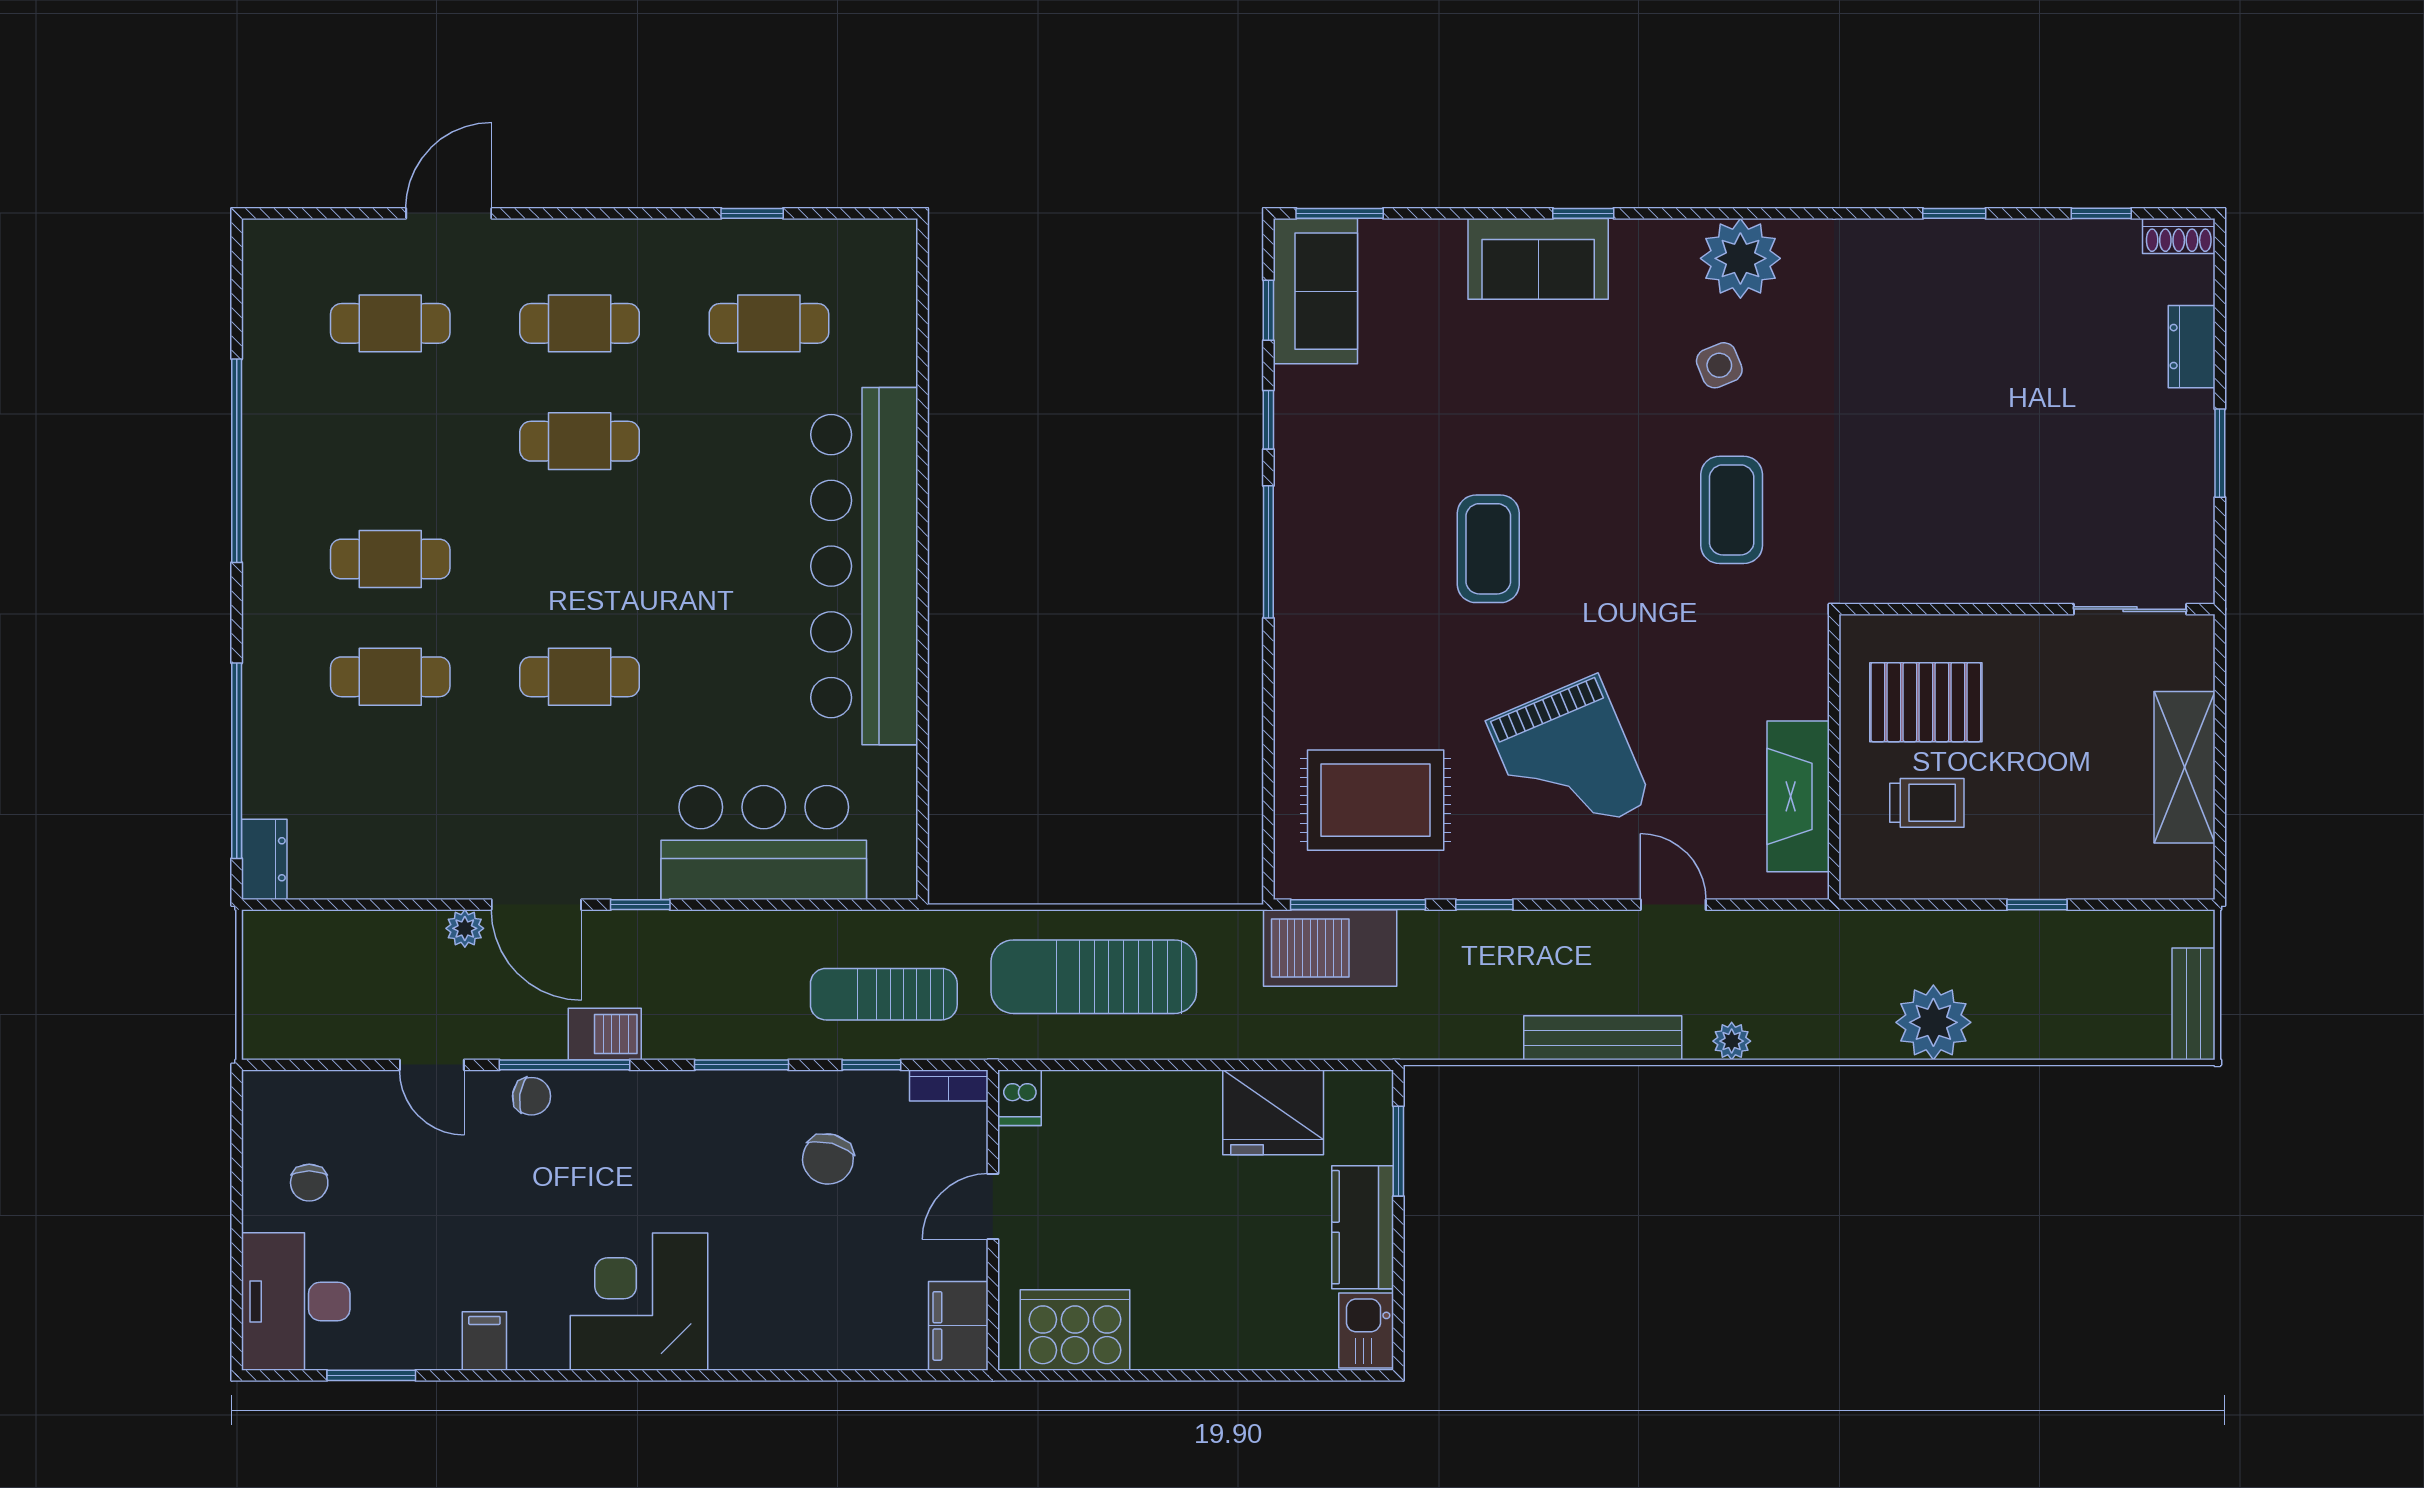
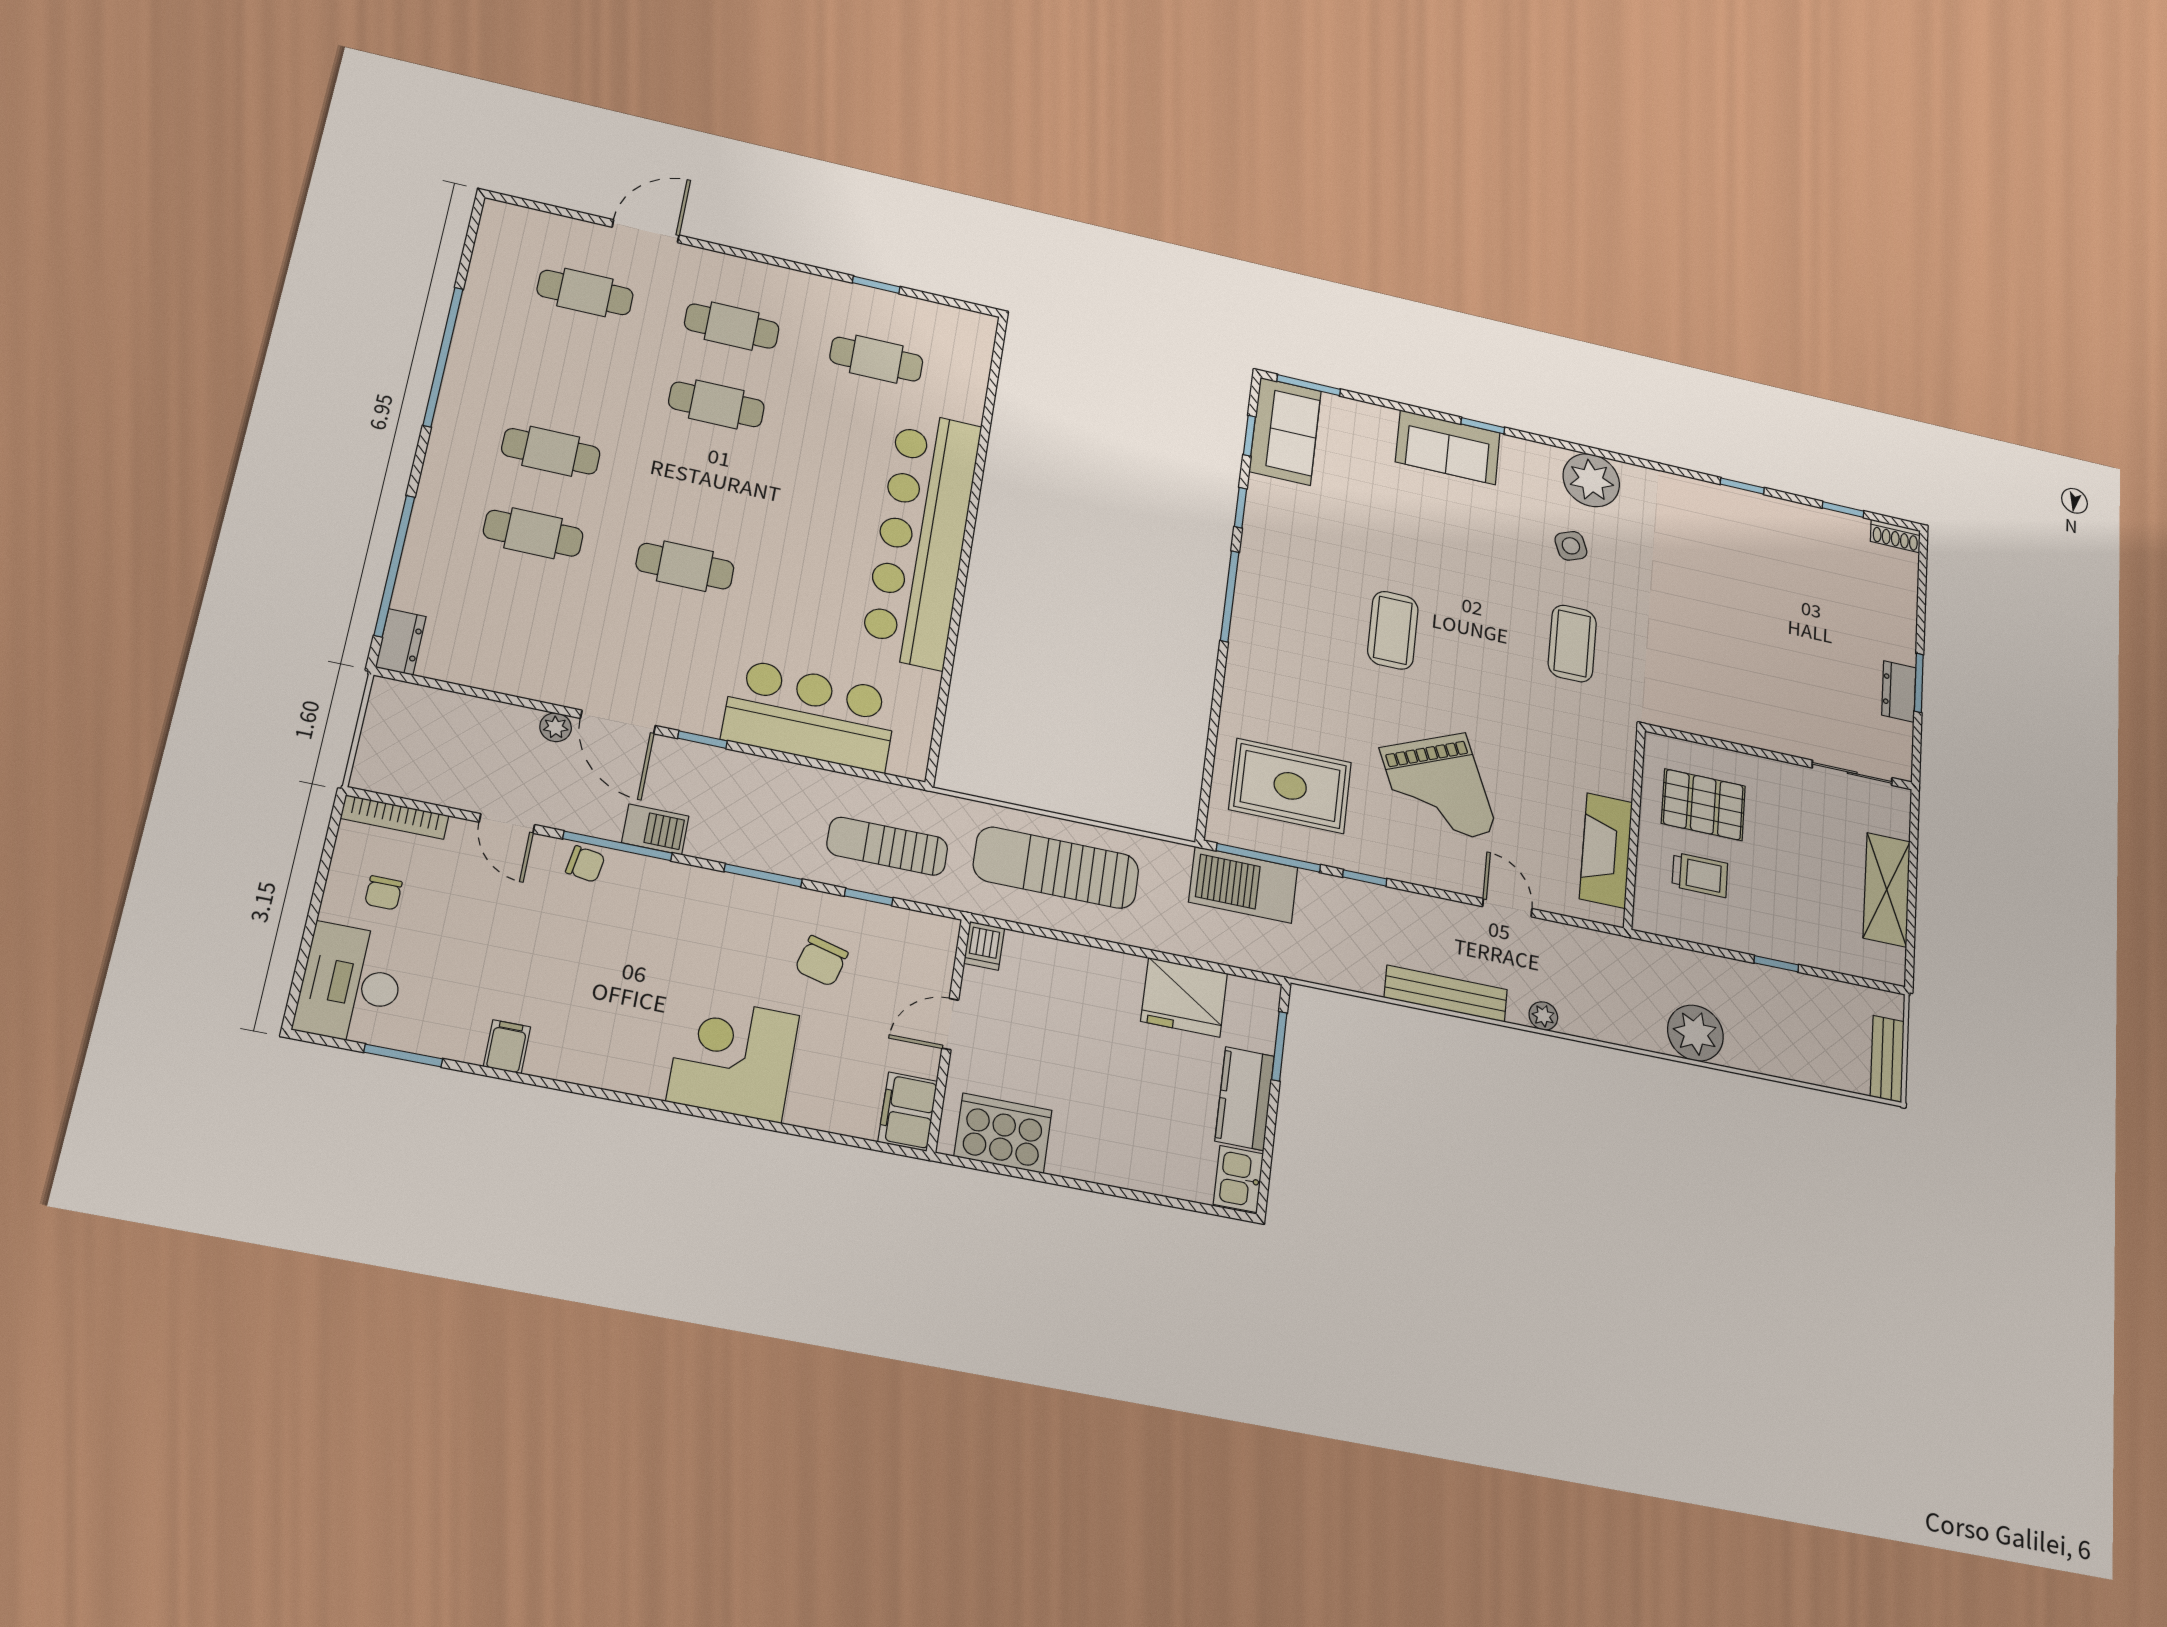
dresser: (2192, 347) -> (1899, 691), moved
bookcase: (949, 1085) -> (395, 817), moved, width x1.56
corner desk: (639, 1302) -> (733, 1058), moved

